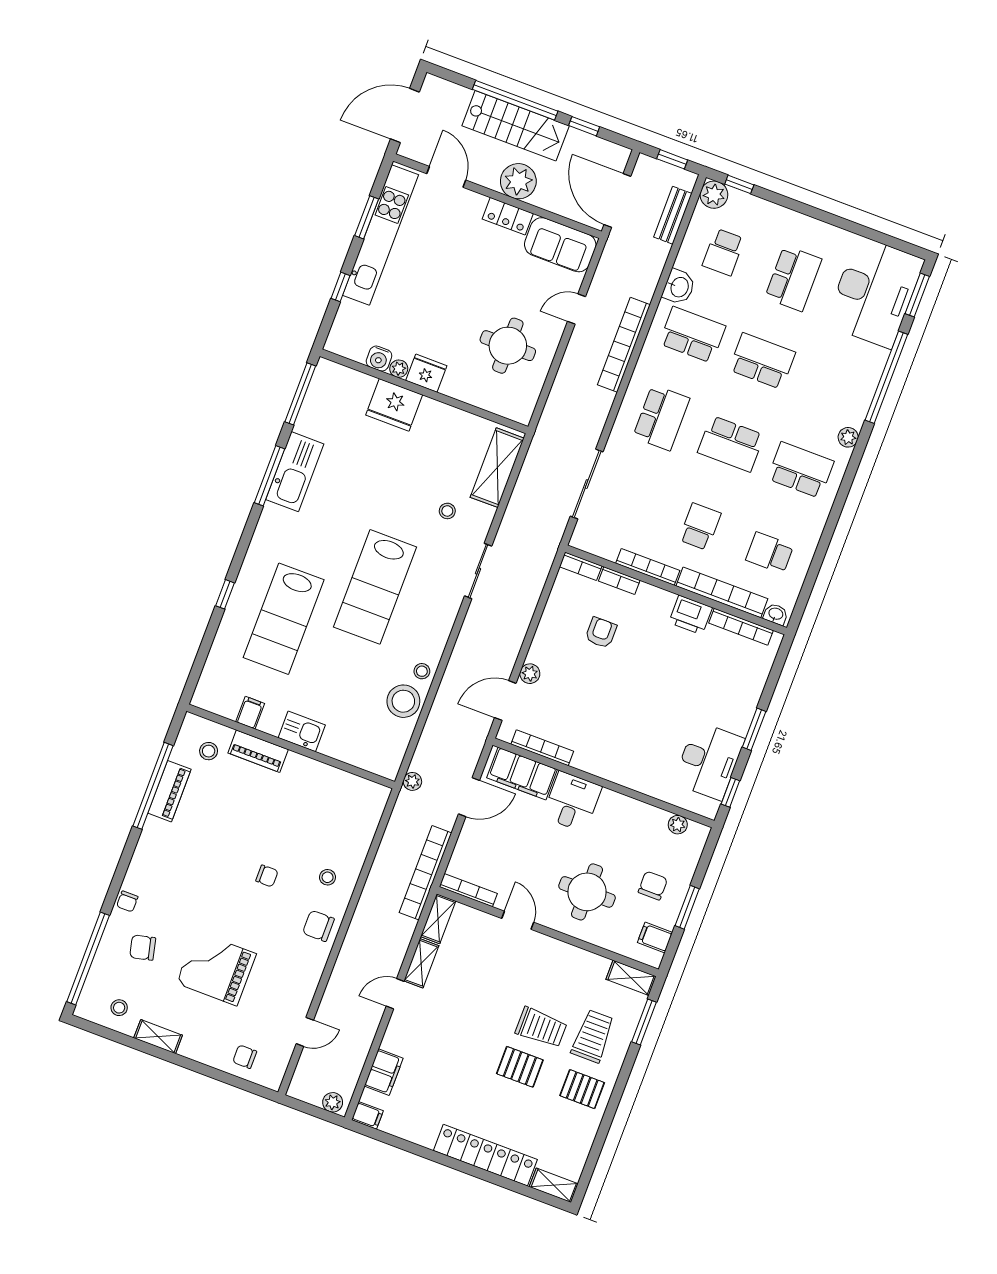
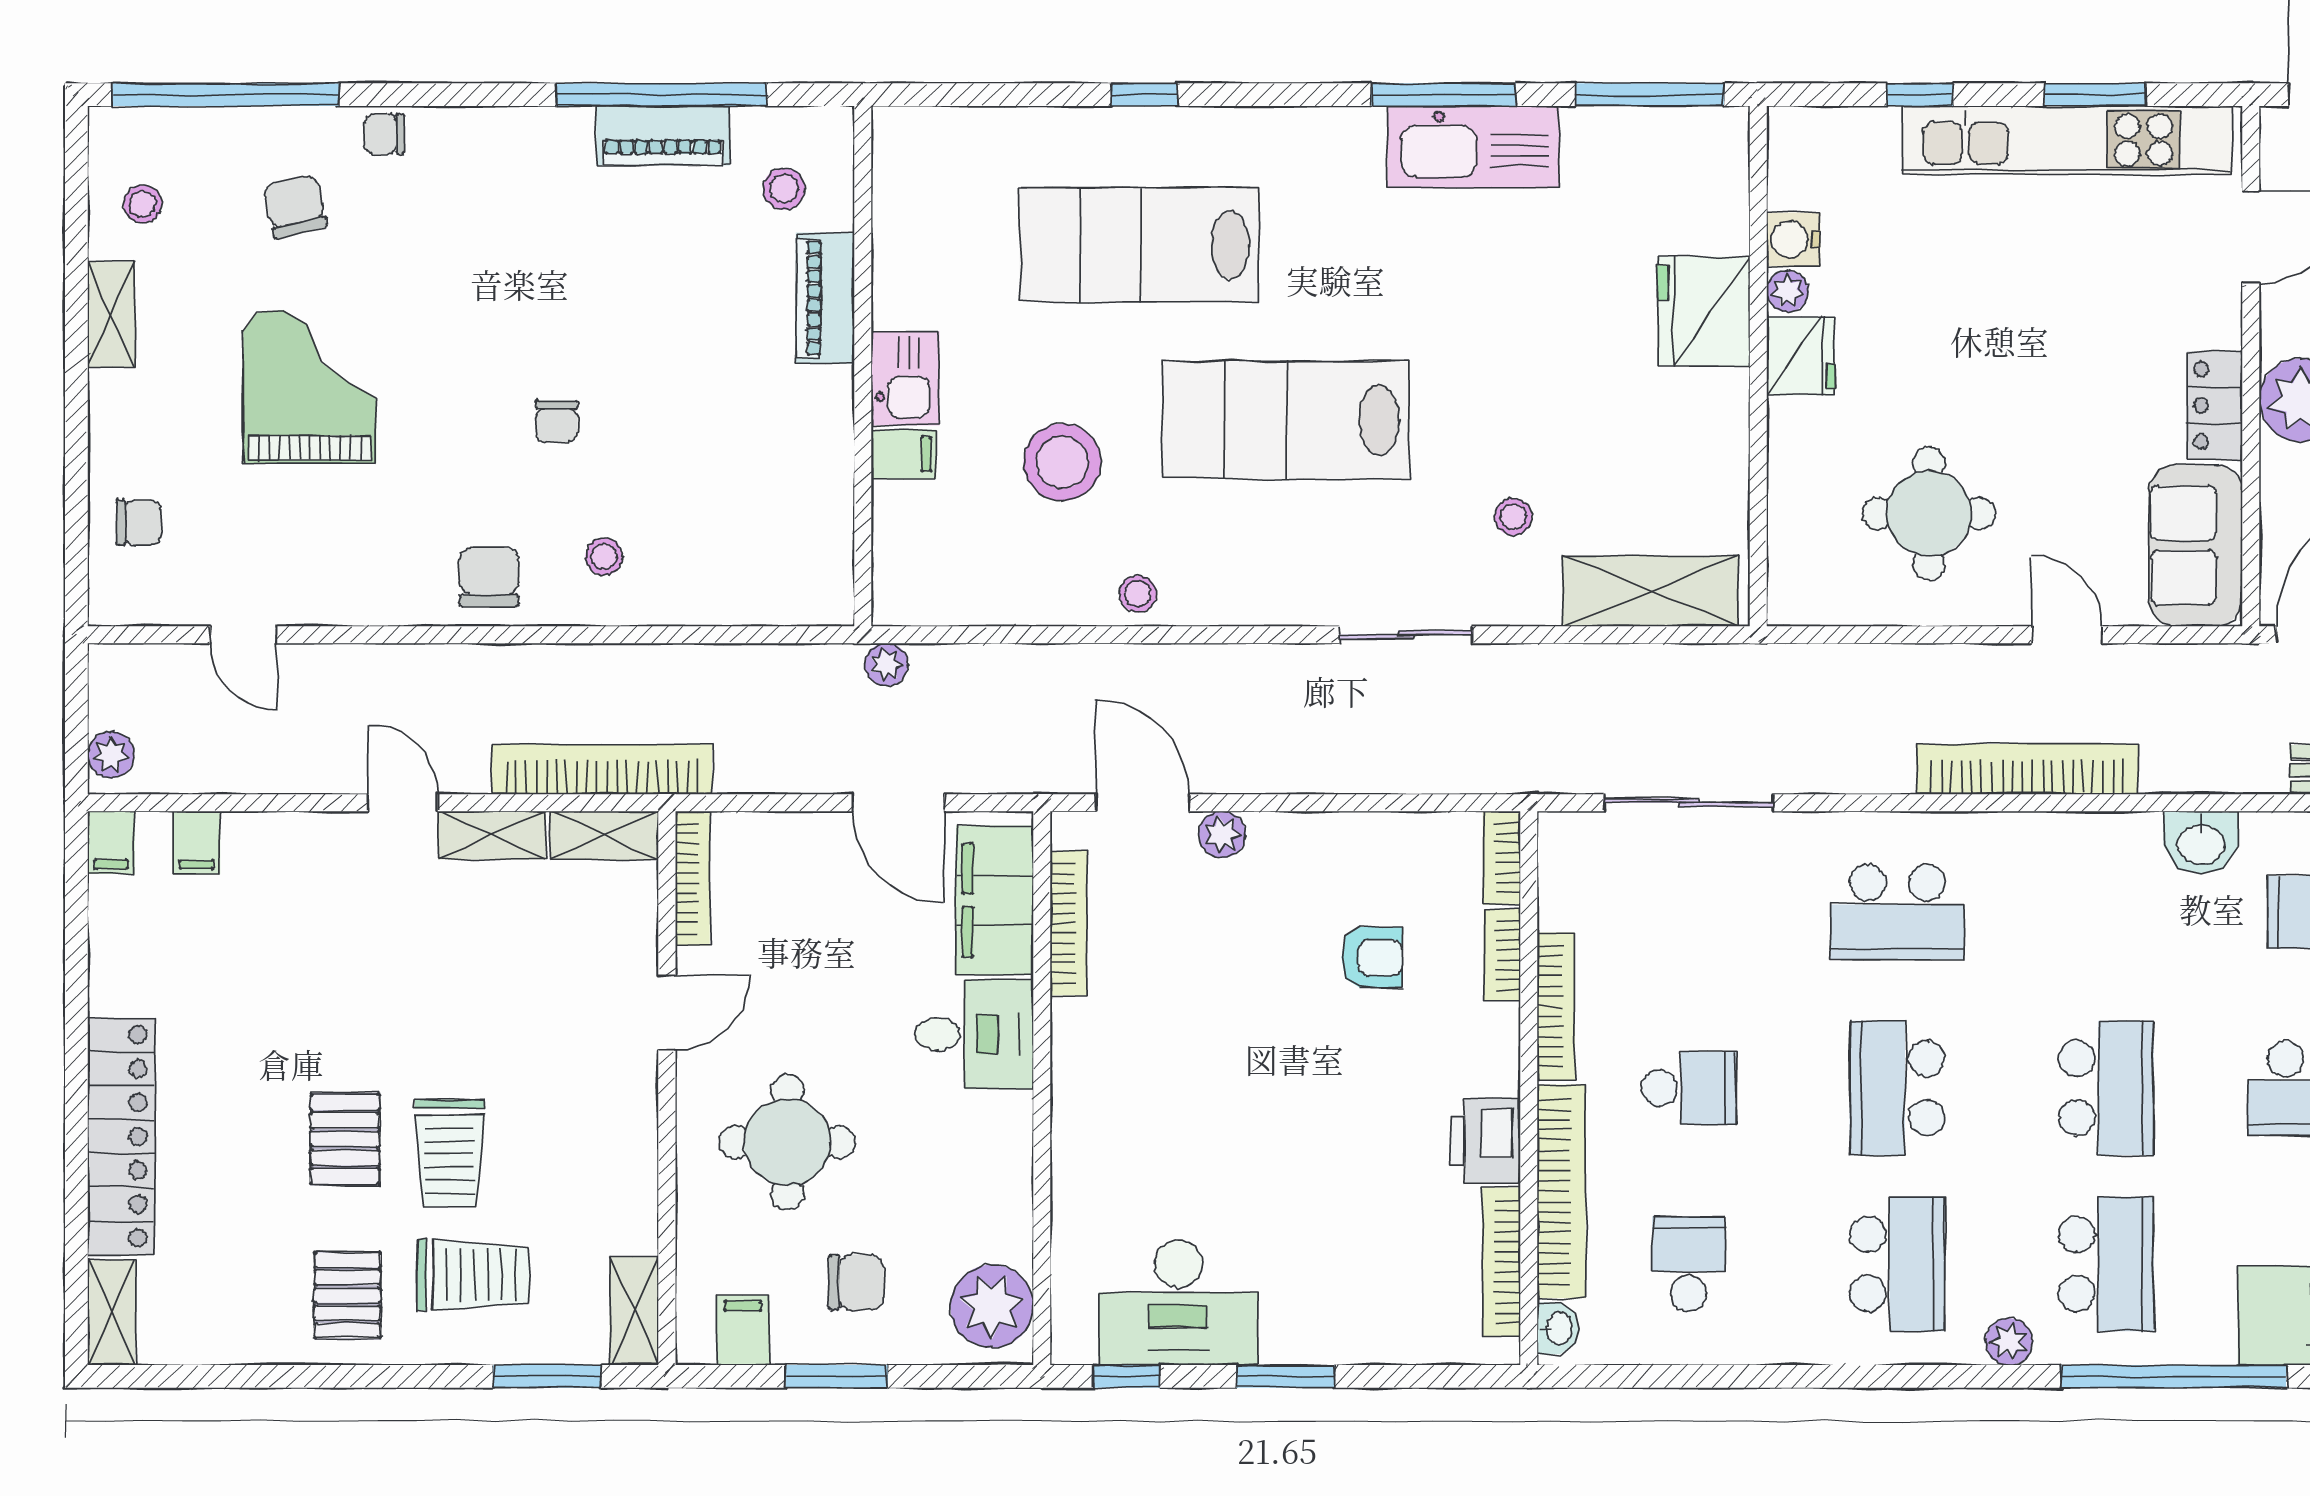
school desk: (692, 335) -> (2106, 1264), moved
stool: (403, 701) -> (1062, 462), moved
filing cabinet: (250, 713) -> (904, 454), moved
plant: (678, 825) -> (992, 1306), width x1.88, depth x1.88
bookcase: (426, 873) -> (602, 769), moved
chair: (245, 1057) -> (139, 522), turned 90
filing cabinet: (384, 1072) -> (196, 843), width x0.50

